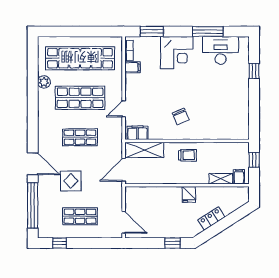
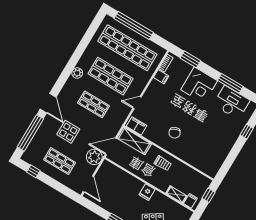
window: (73, 31) -> (134, 26), added
plant: (44, 82) -> (77, 73), moved
plant: (113, 191) -> (94, 157), added

